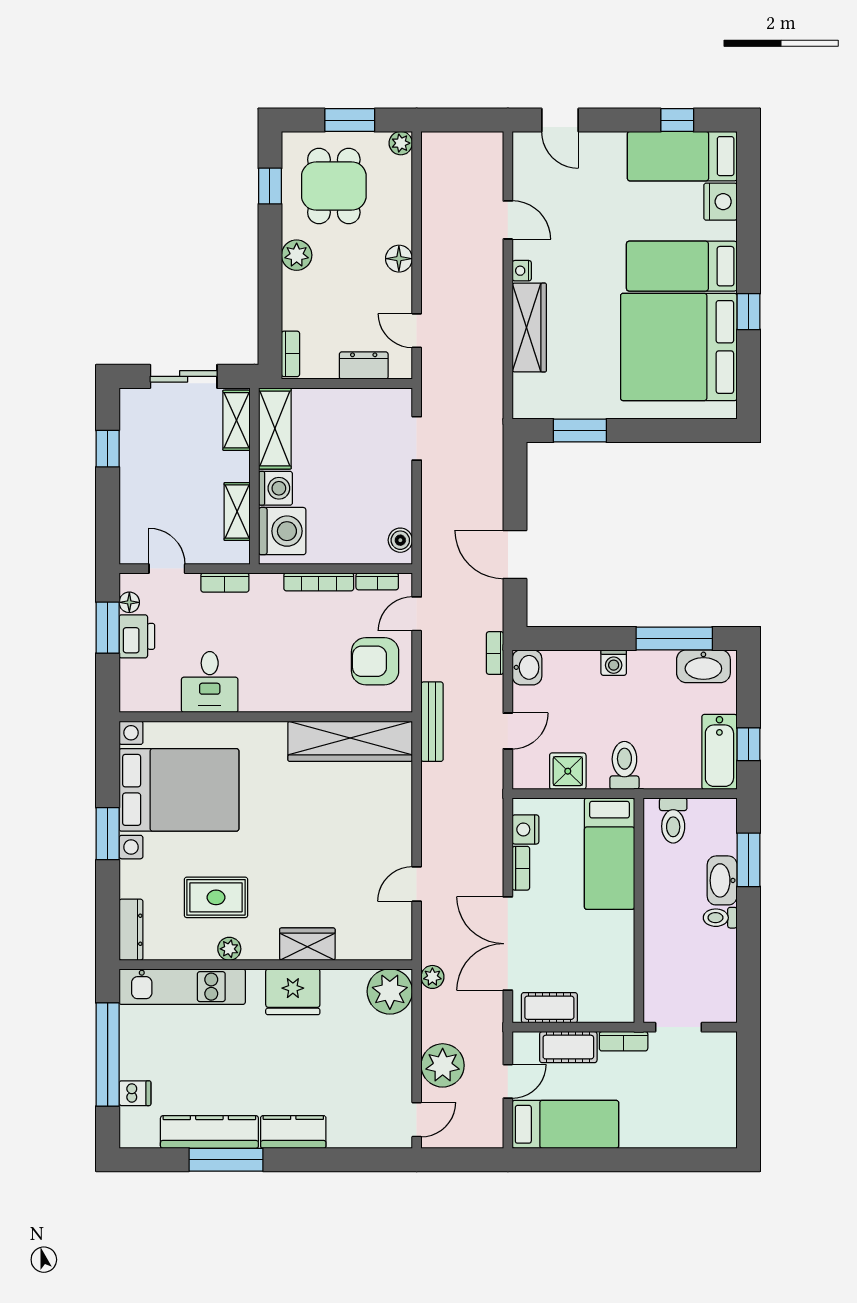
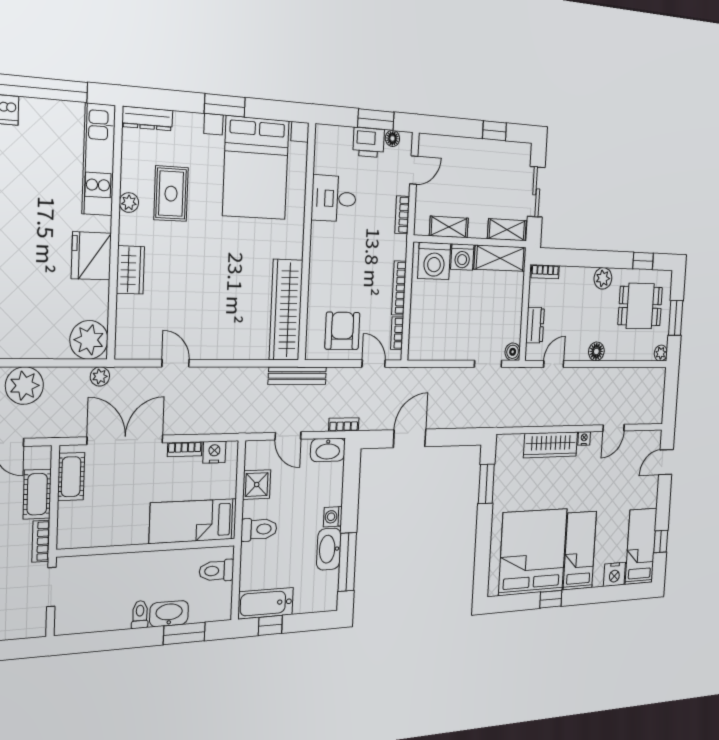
boiler: (400, 540) -> (513, 352), moved
washbasin: (703, 666) -> (329, 549), moved
washbasin: (527, 667) -> (328, 450), width x1.38

